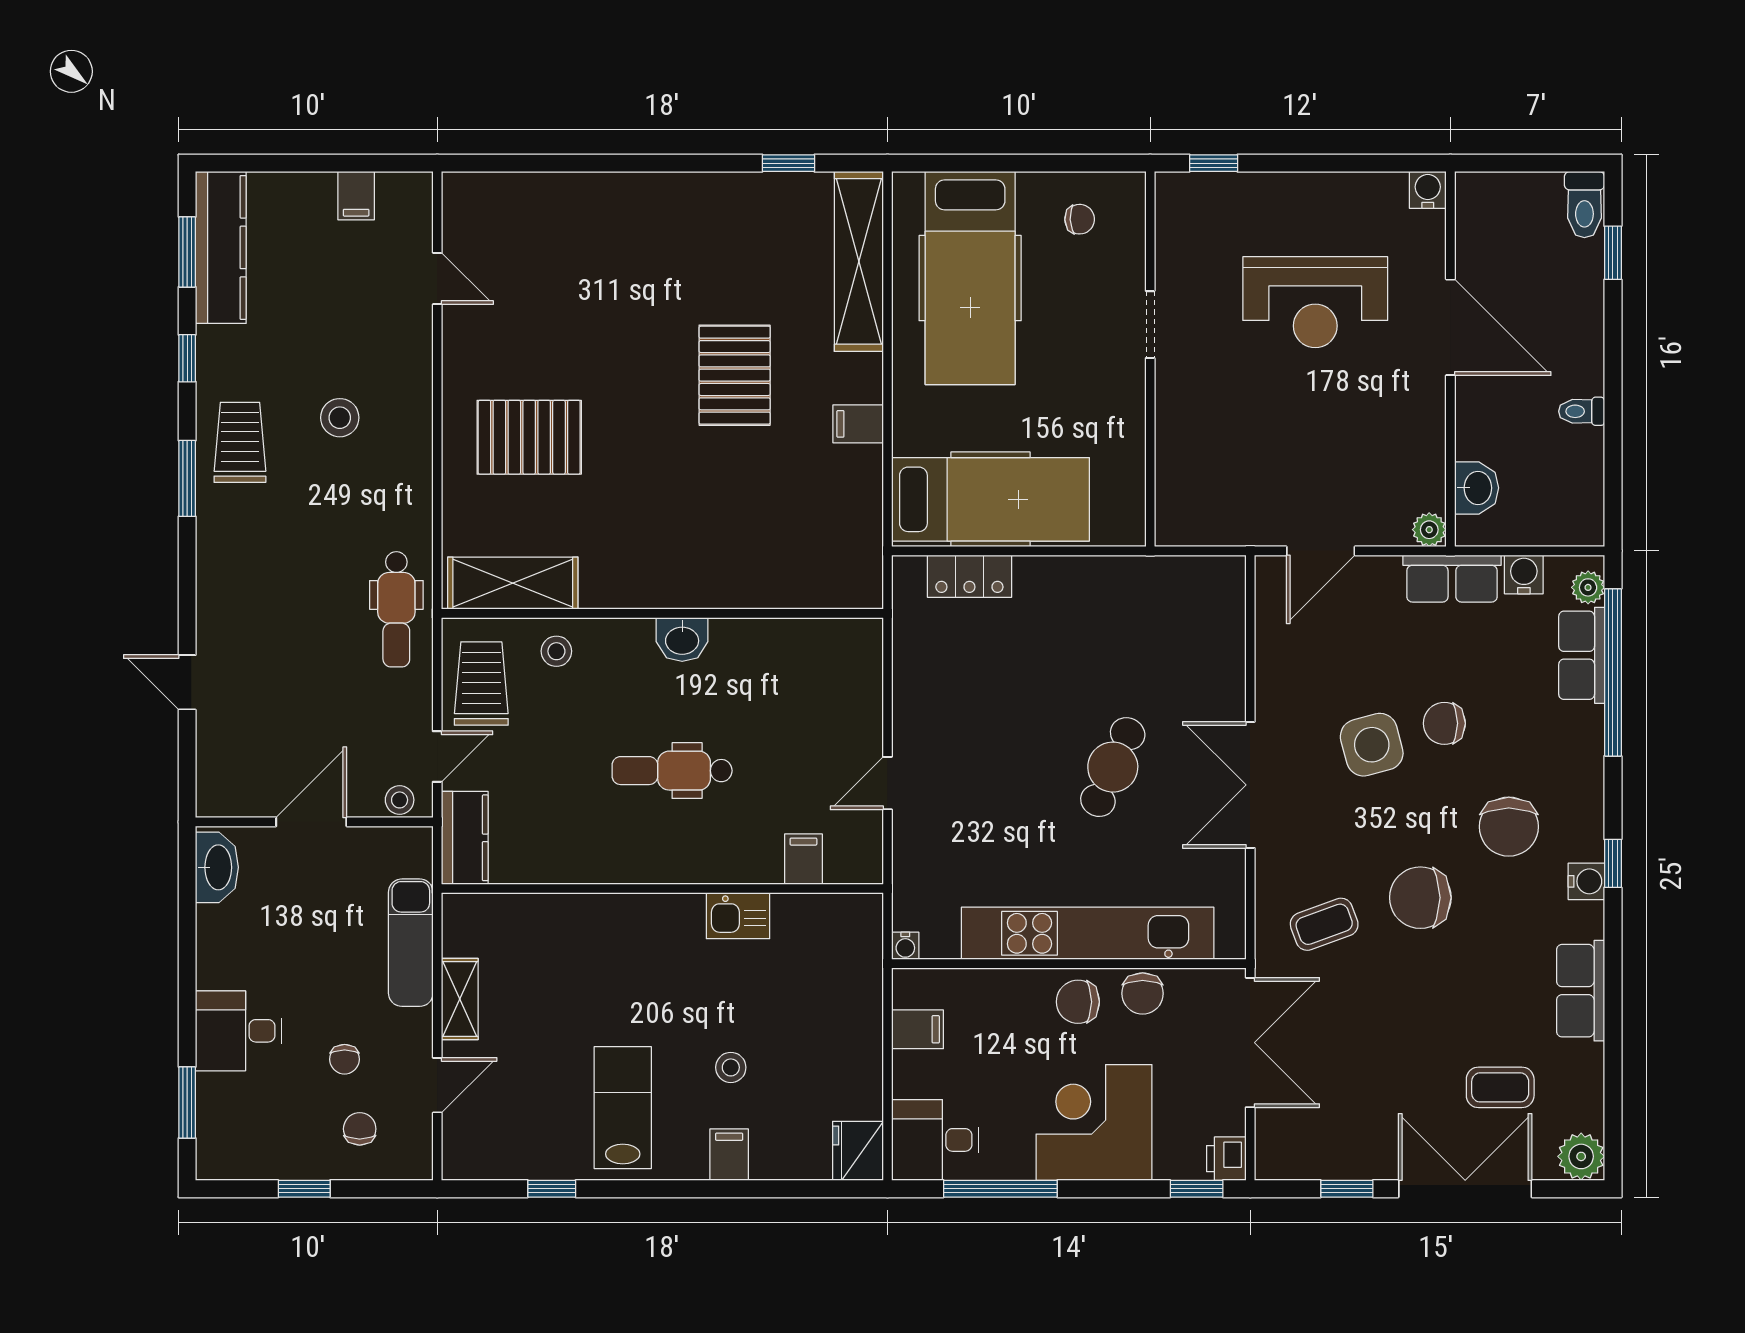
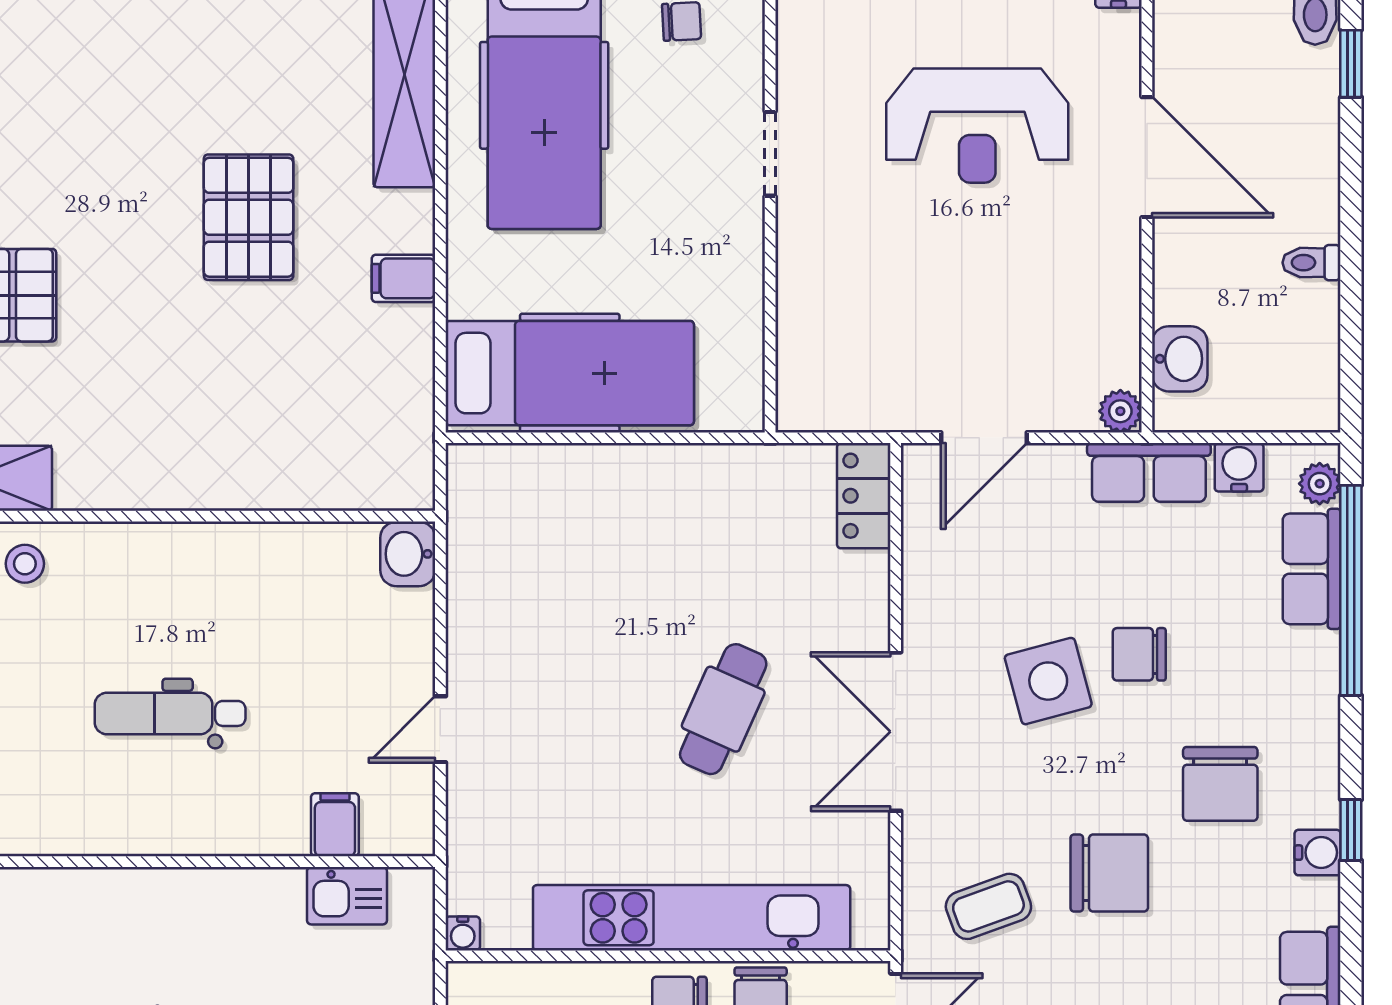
locker: (969, 576) -> (864, 496), moved, turned 90
washbasin: (682, 639) -> (408, 554), moved, turned 90
chair: (1420, 898) -> (1109, 873), turned 180
kitchen sink: (738, 916) -> (347, 896), moved

